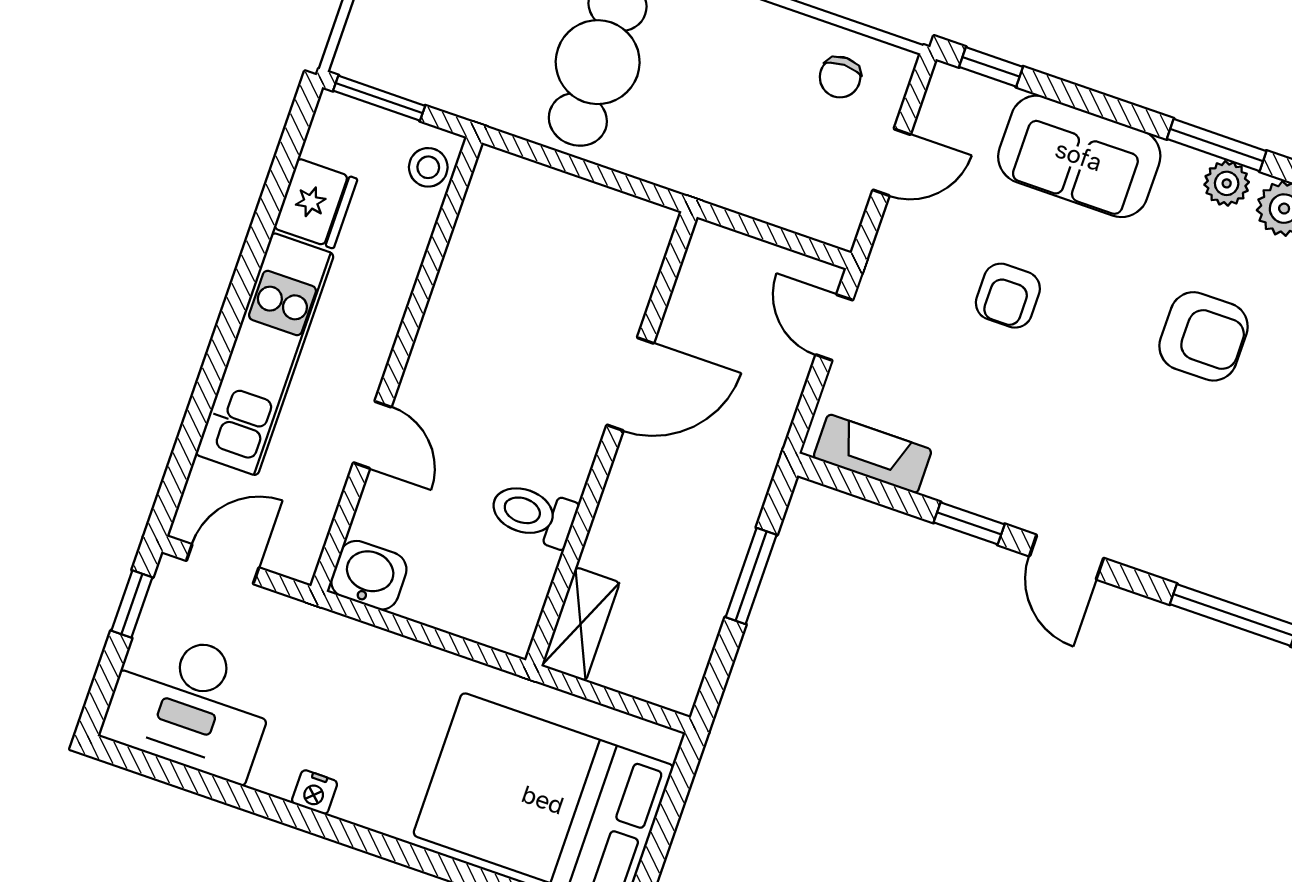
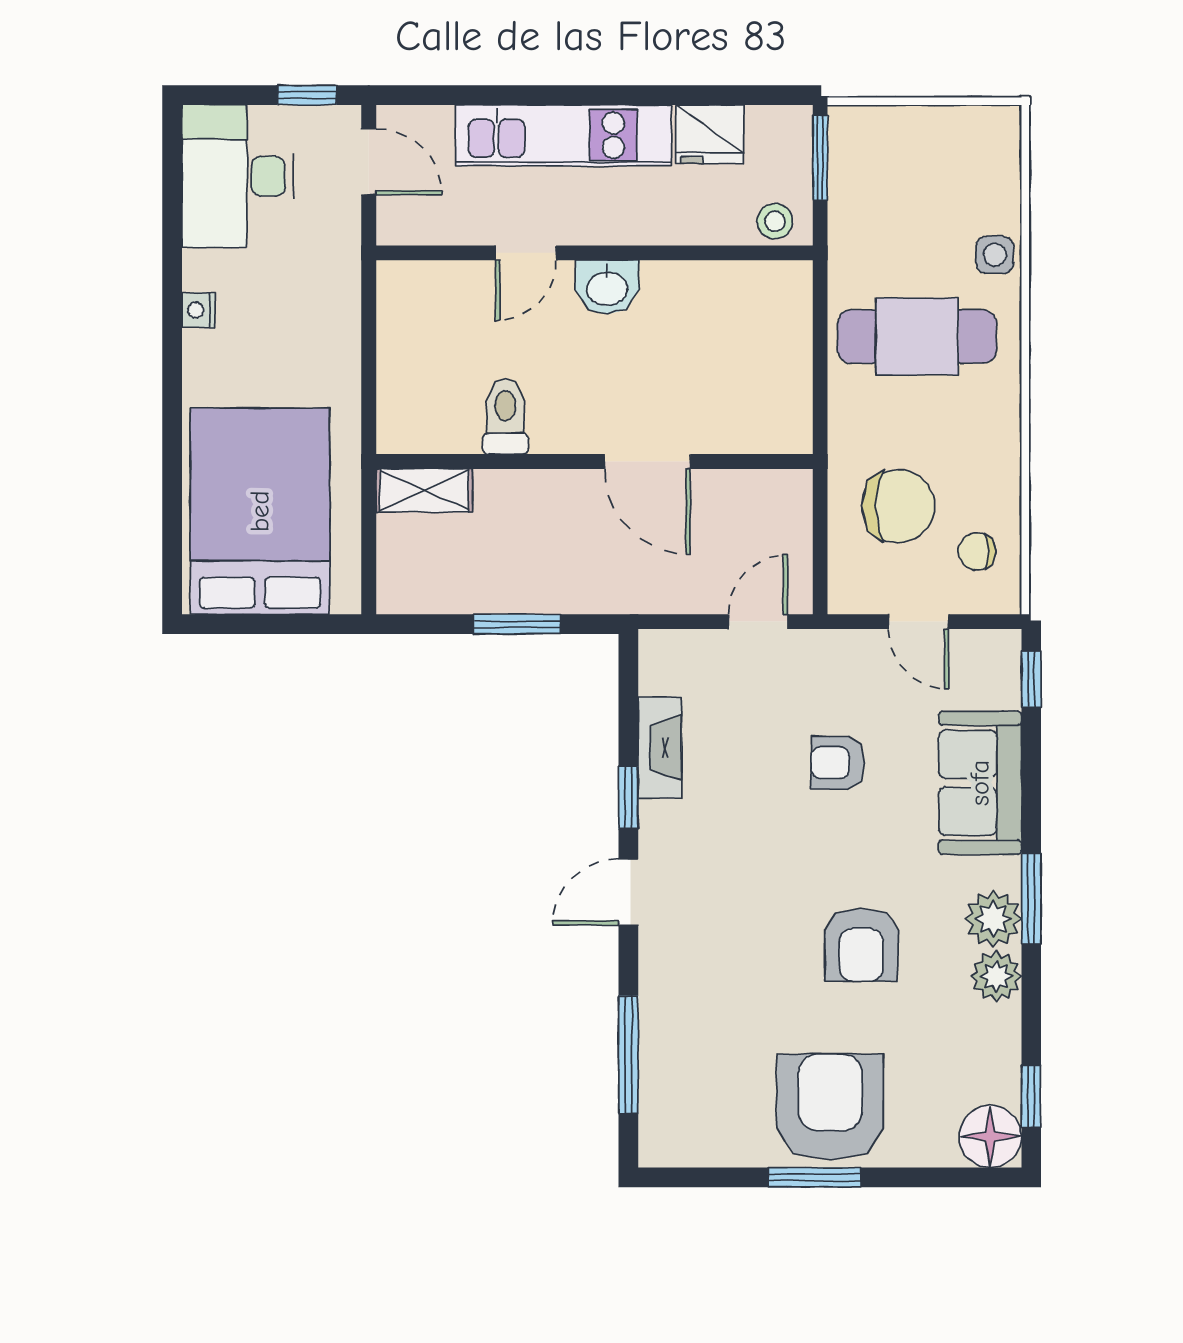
chair: (765, 142) -> (898, 506), added
plant: (1227, 183) -> (993, 919), width x1.38, depth x1.38
fireplace: (872, 454) -> (660, 748), moved
washbasin: (369, 575) -> (607, 287), moved, turned 90

